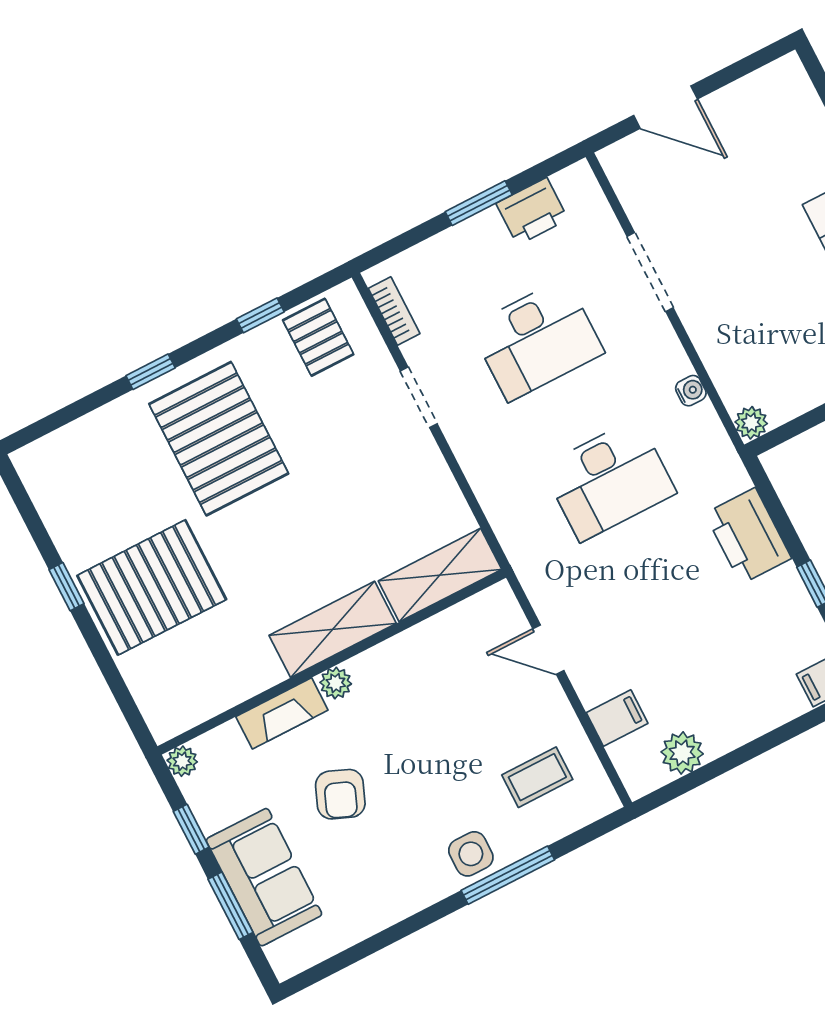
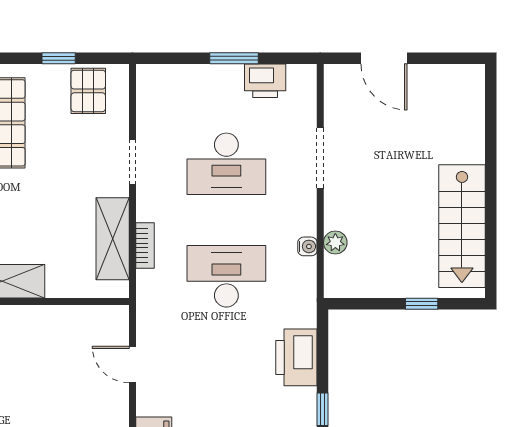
bookcase: (394, 311) -> (145, 245), moved
plant: (751, 423) -> (335, 243), moved
desk: (609, 480) -> (226, 276), turned 180
shelving: (440, 575) -> (113, 239), moved, turned 90

